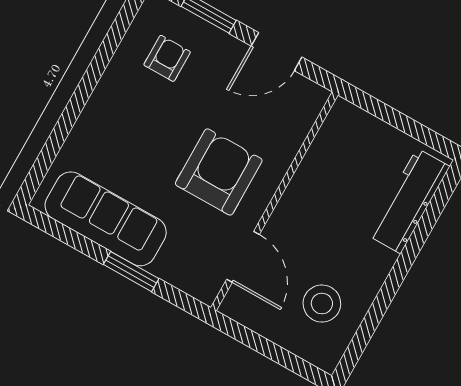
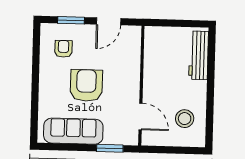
armchair: (219, 172) -> (86, 85), moved
window: (131, 272) -> (110, 148), moved

